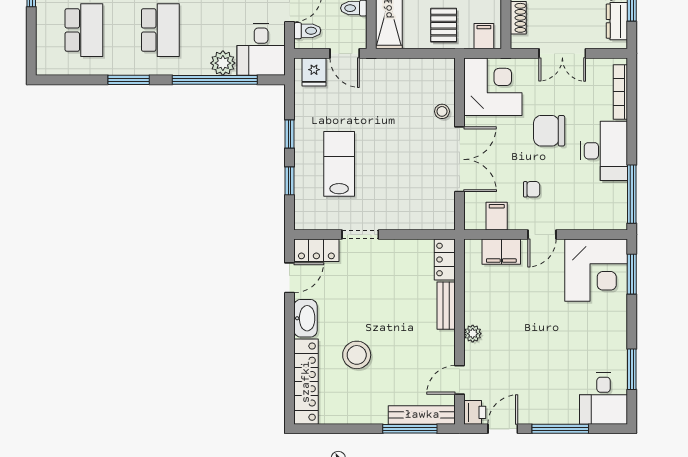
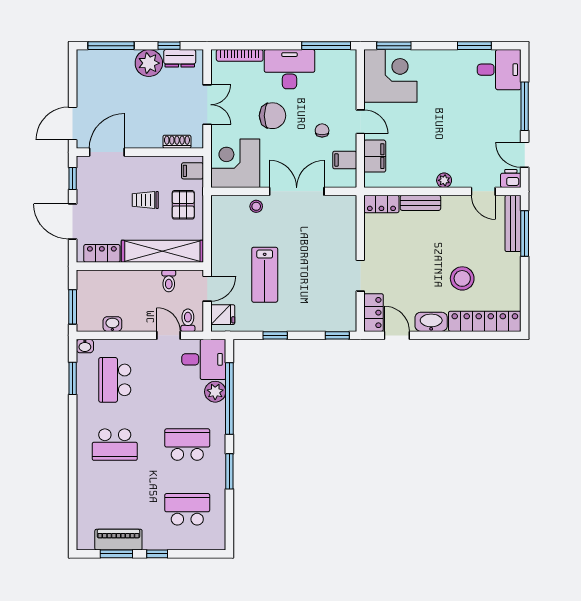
pallet: (444, 25) -> (183, 205), turned 90
chair: (549, 131) -> (272, 116), turned -90
lab bench: (339, 164) -> (265, 275), moved, turned -90
window: (290, 181) -> (337, 335), moved

